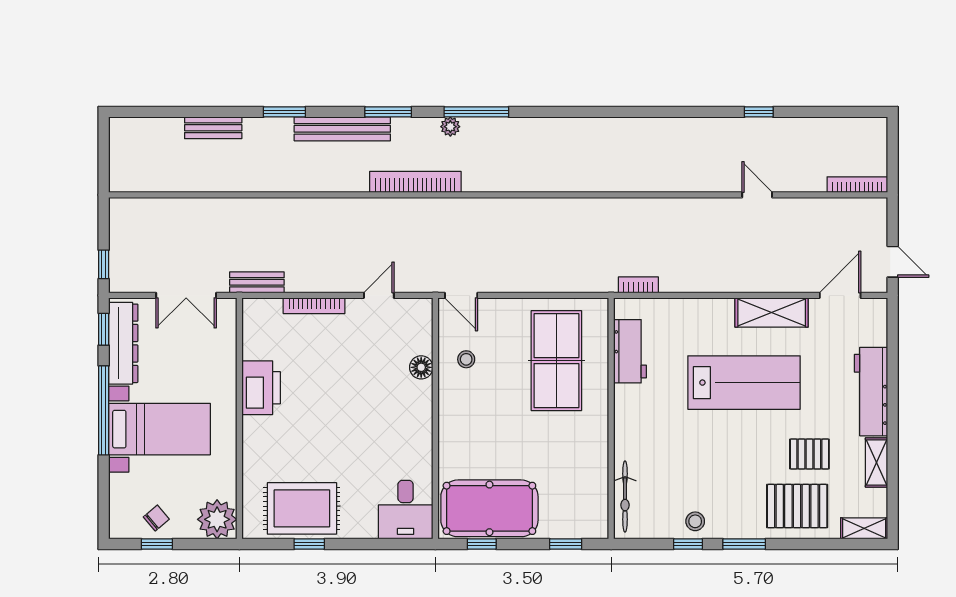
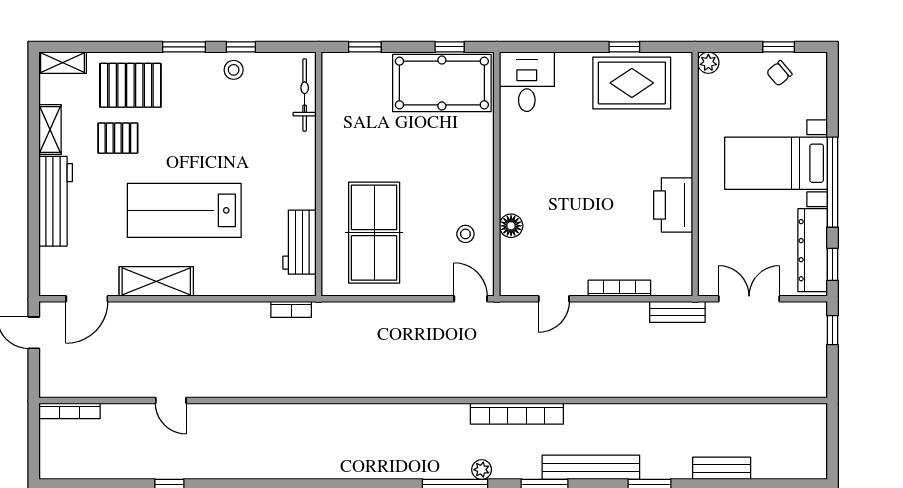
plant: (217, 519) -> (708, 63), width x0.53, depth x0.53

